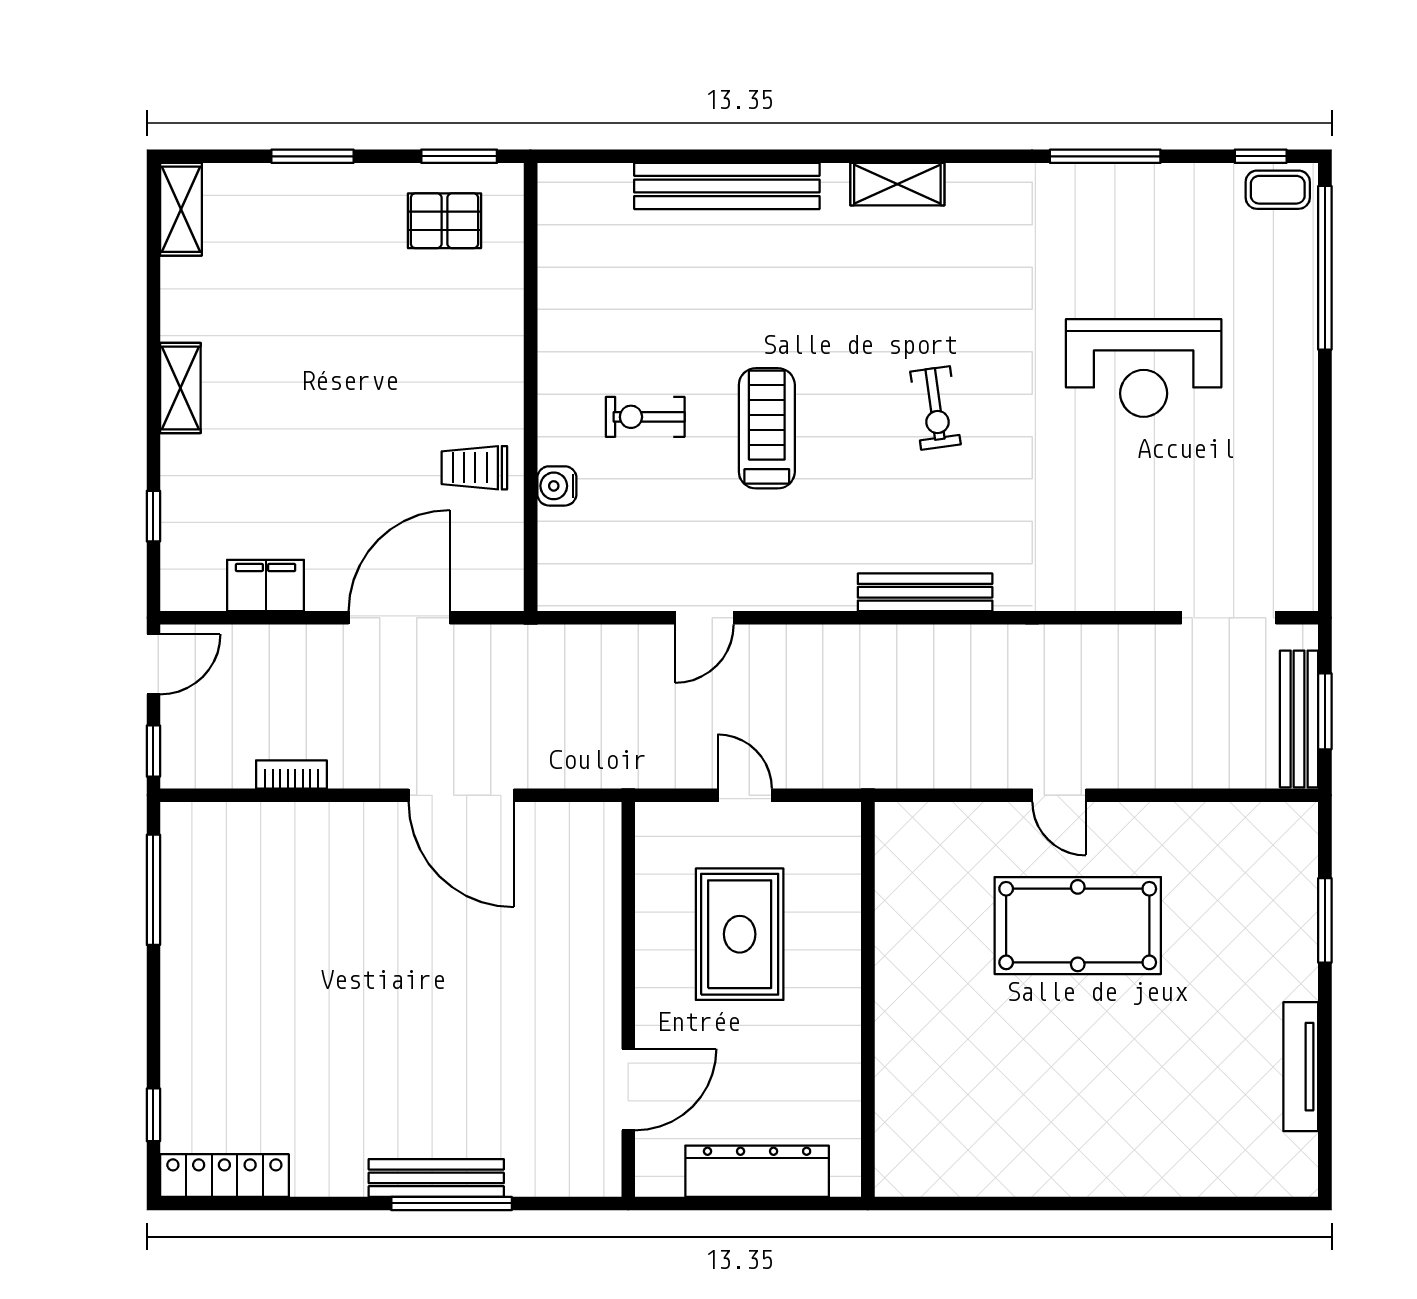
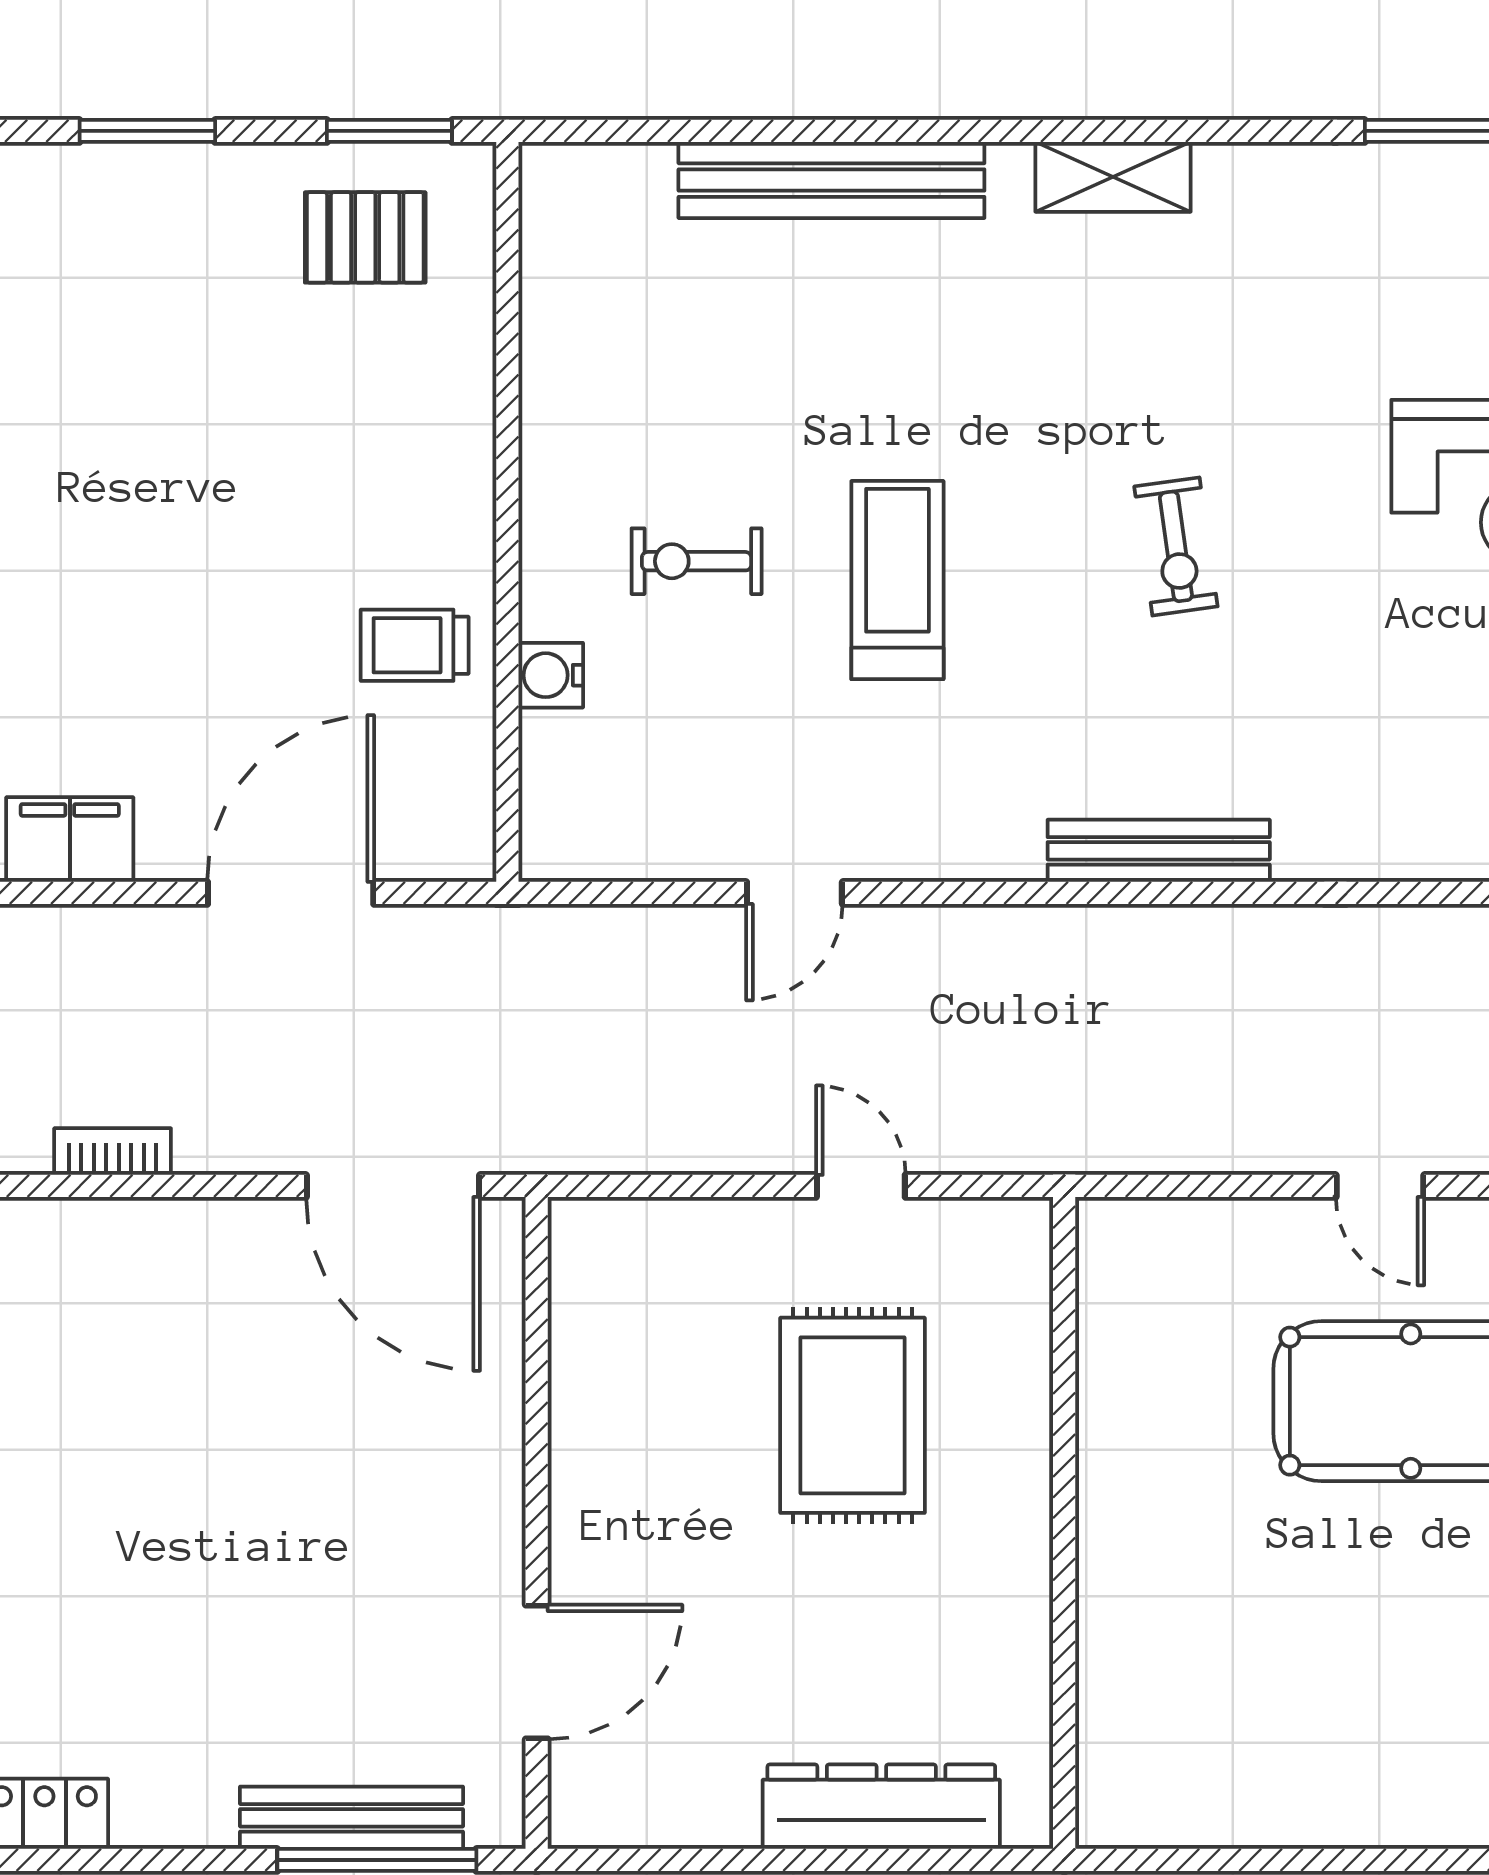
wall: (628, 999) -> (537, 1523), moved
door: (628, 1090) -> (537, 1672), moved

